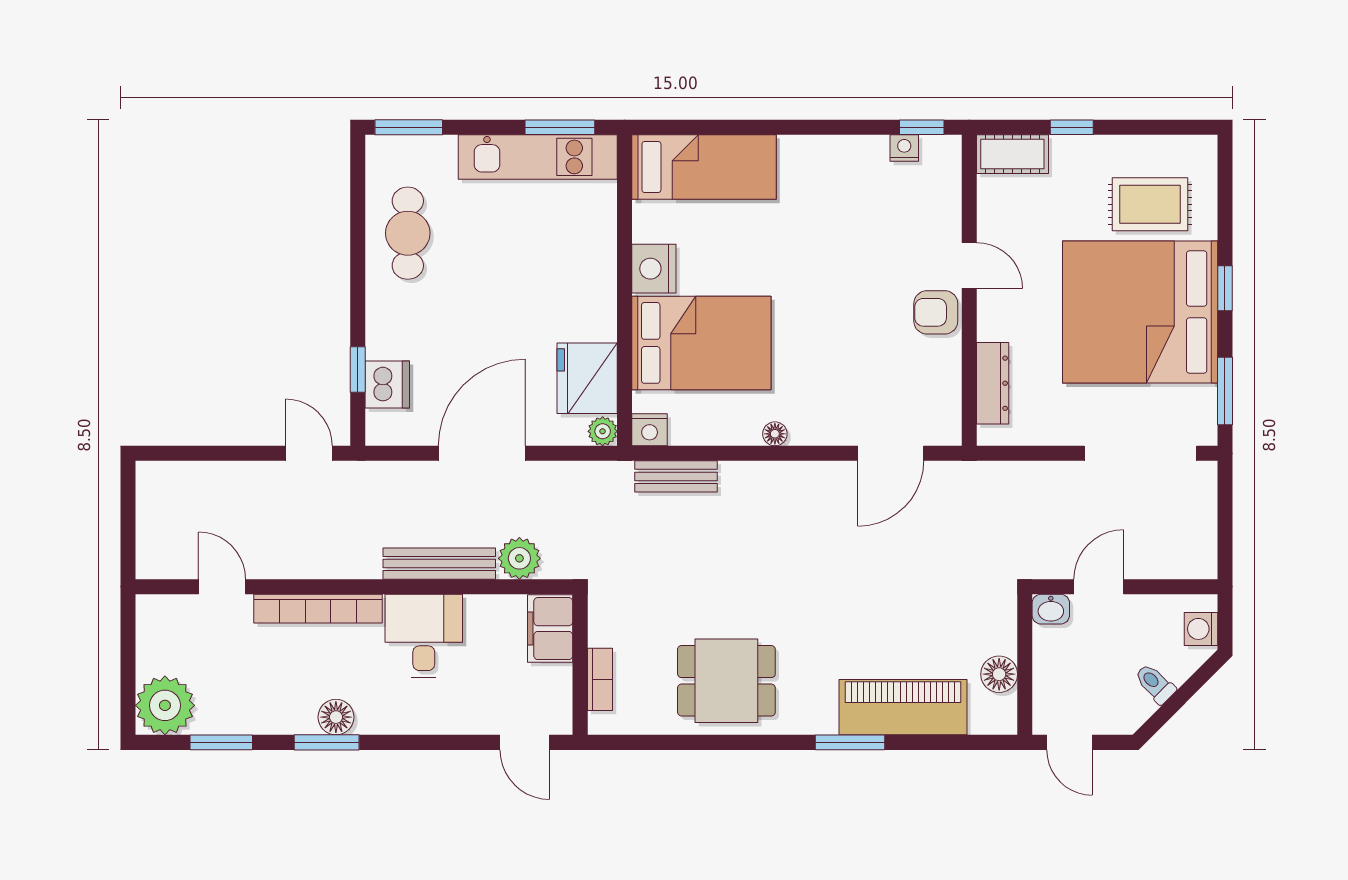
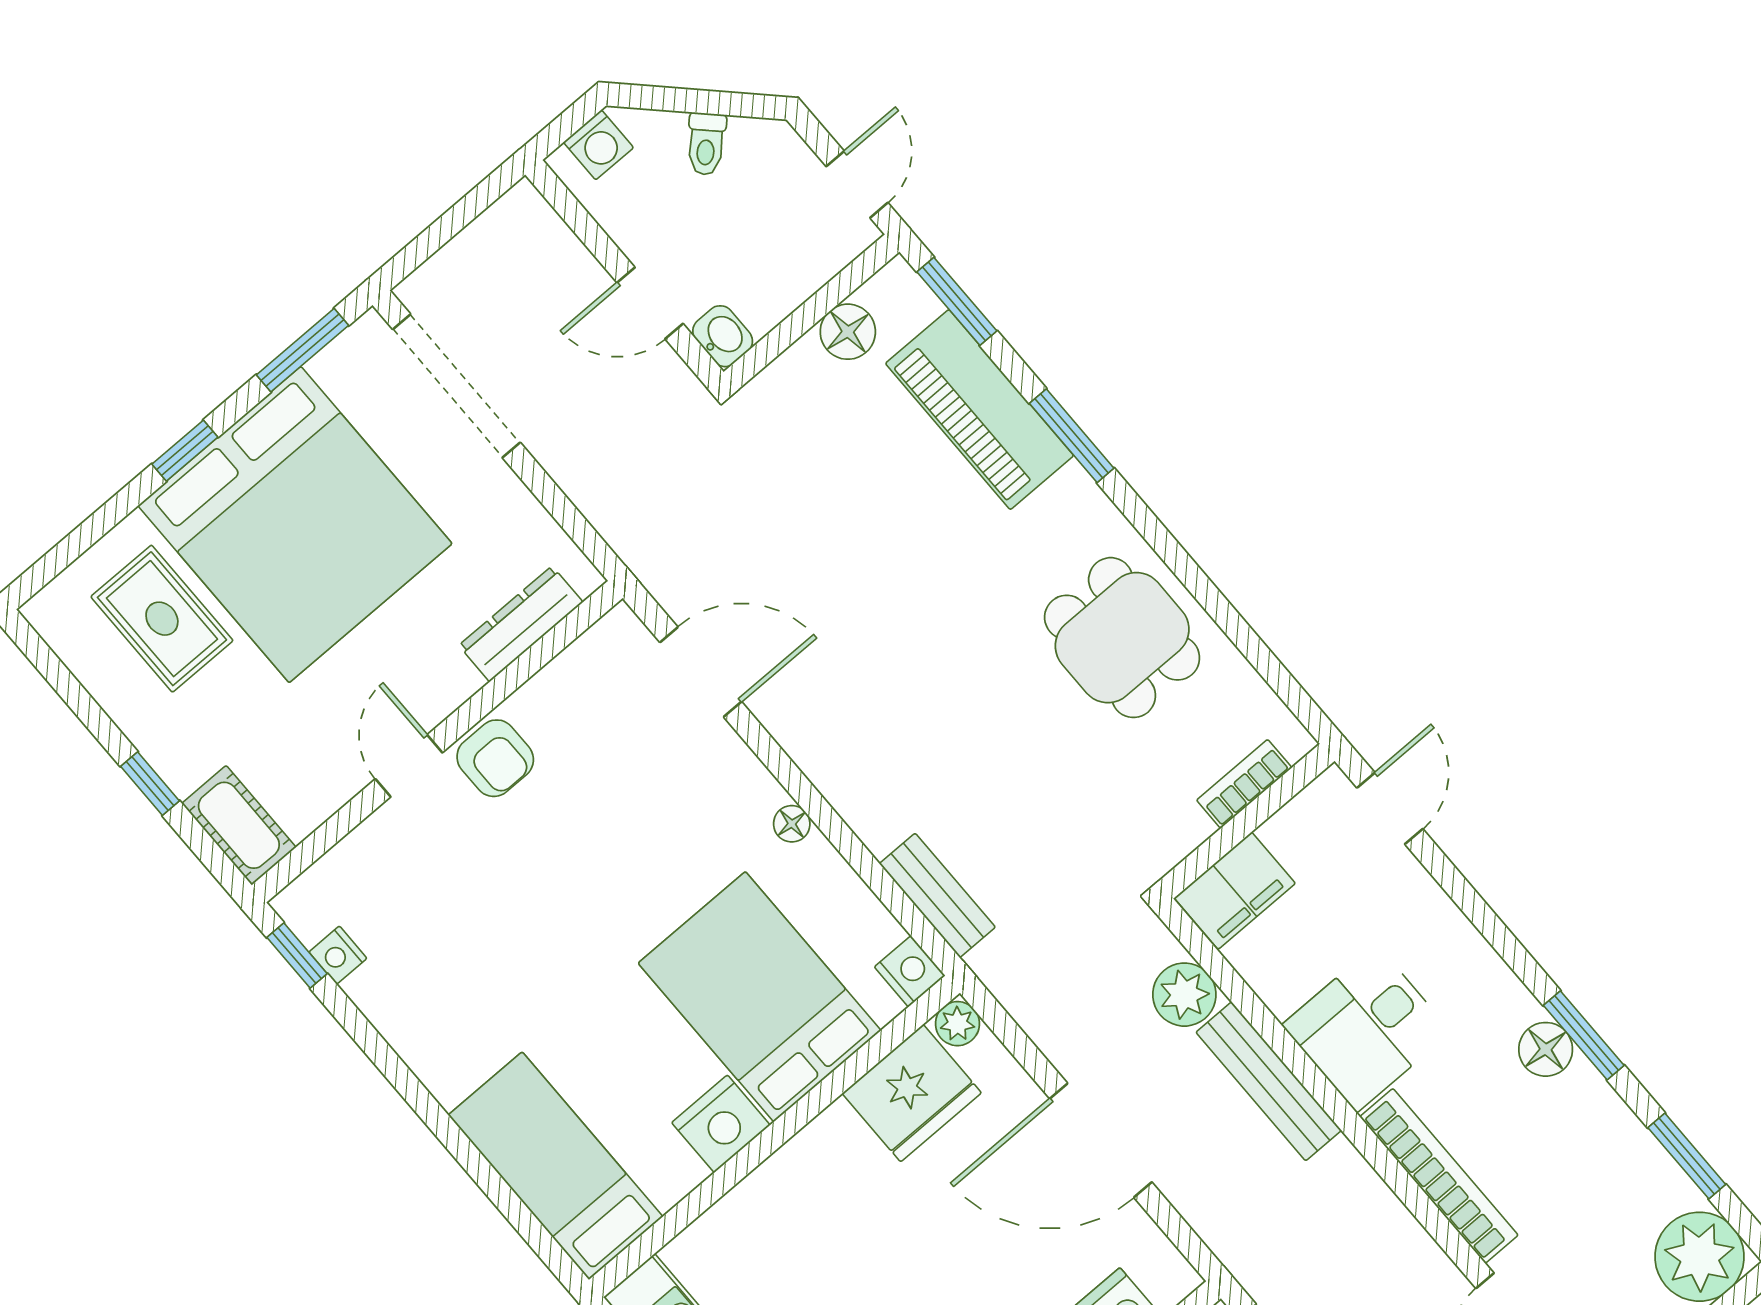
window: (967, 742) -> (957, 301), added

